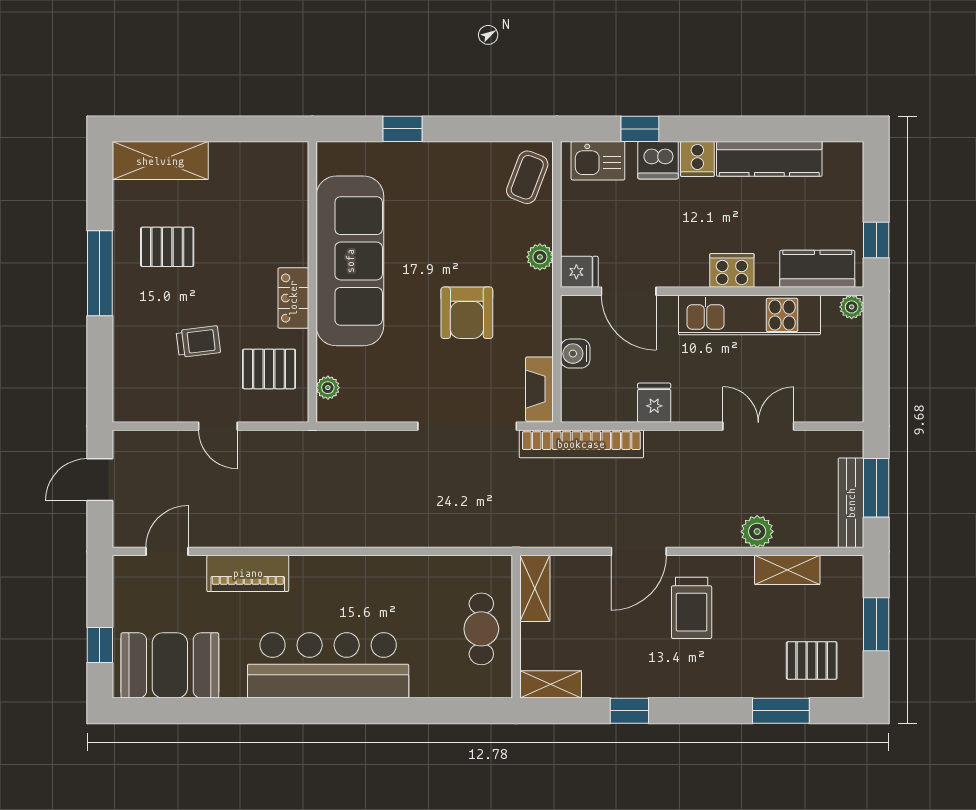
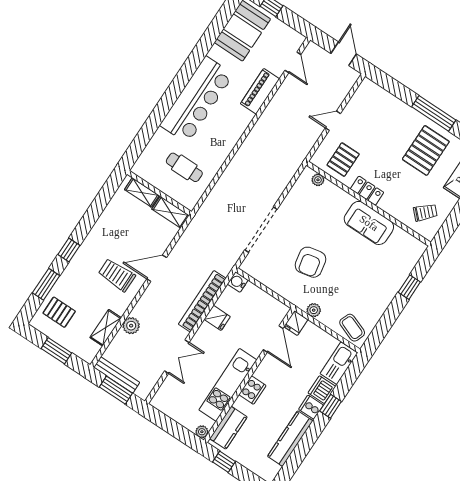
window: (640, 129) -> (331, 406), moved
kitchen sink: (598, 161) -> (339, 363), width x1.38
pallet: (167, 247) -> (426, 150), width x1.50, depth x1.42
sofa: (350, 261) -> (369, 223), width x0.54, depth x0.79
door: (629, 291) -> (273, 339), swing flipped
armchair: (467, 313) -> (310, 262), turned -101
trolley: (198, 342) -> (425, 212), moved, turned -128
water cooler: (575, 354) -> (238, 282), moved, turned -90
fireplace: (539, 389) -> (256, 272), removed
bookcase: (581, 444) -> (202, 301), moved
door: (639, 551) -> (157, 268), hinge flipped
cafe table: (481, 629) -> (184, 167), moved
pallet: (812, 661) -> (59, 312), turned 90
shelving: (551, 684) -> (142, 192), moved, turned 90
window: (629, 711) -> (69, 250), moved

